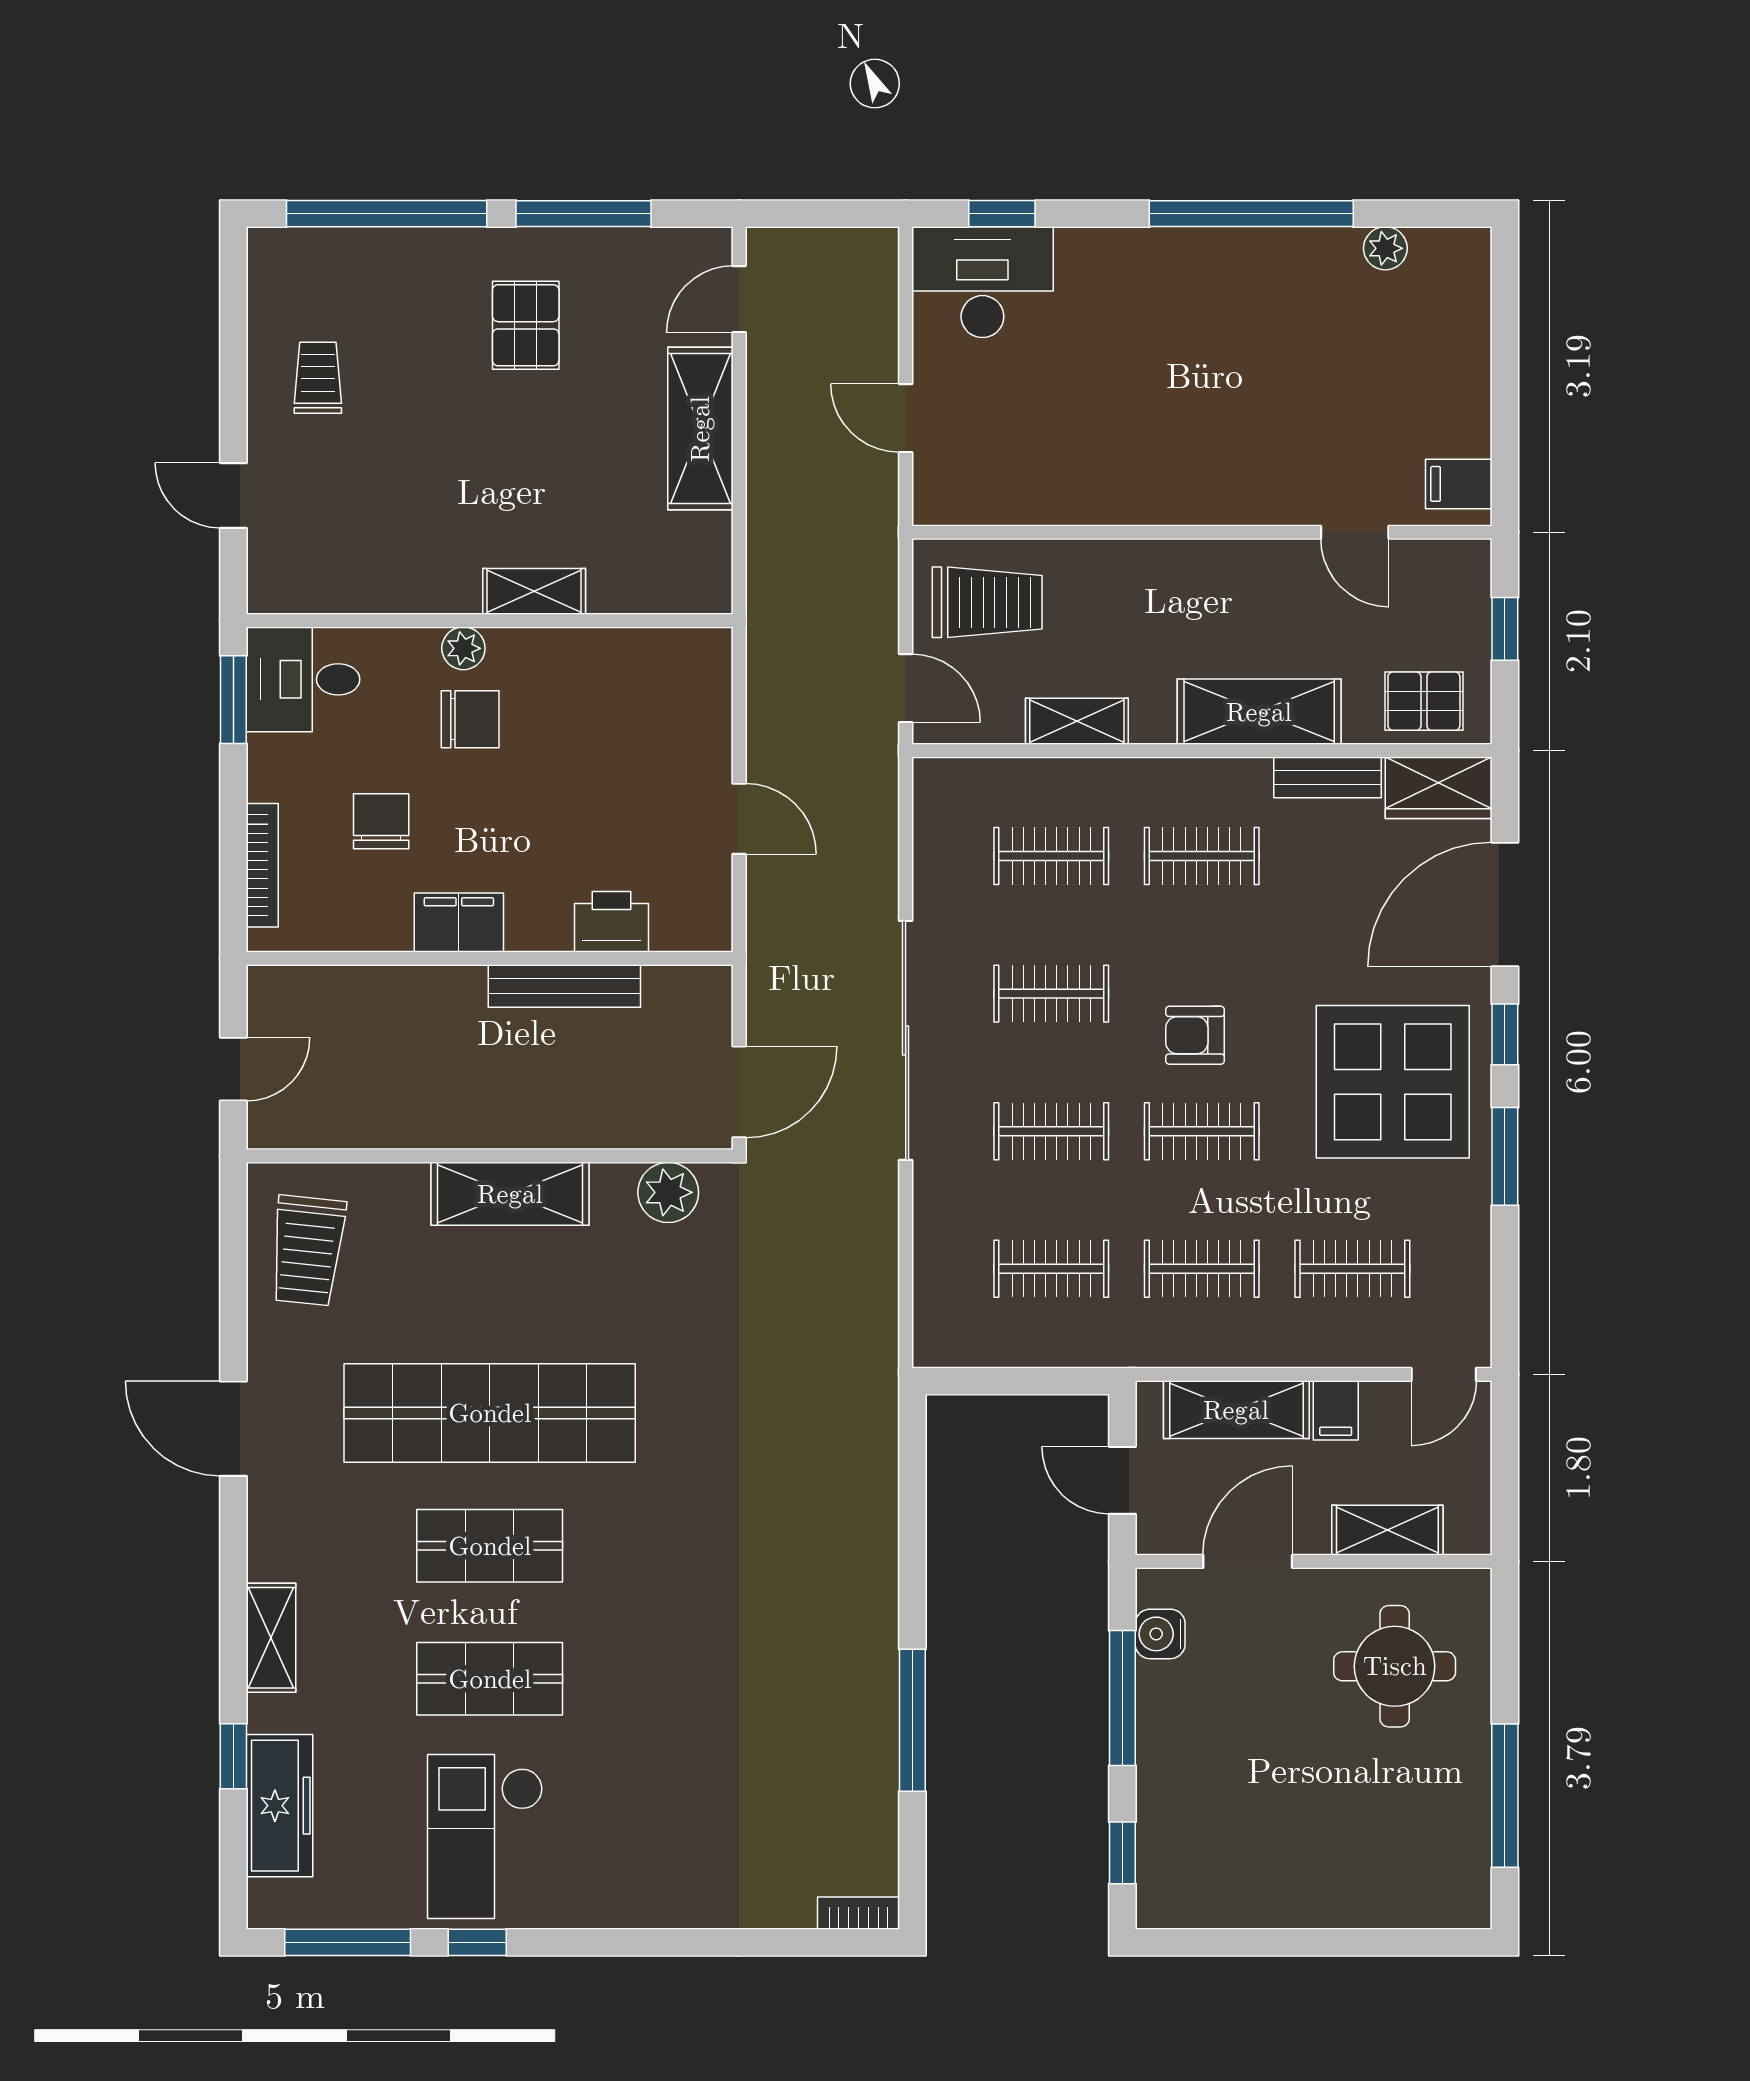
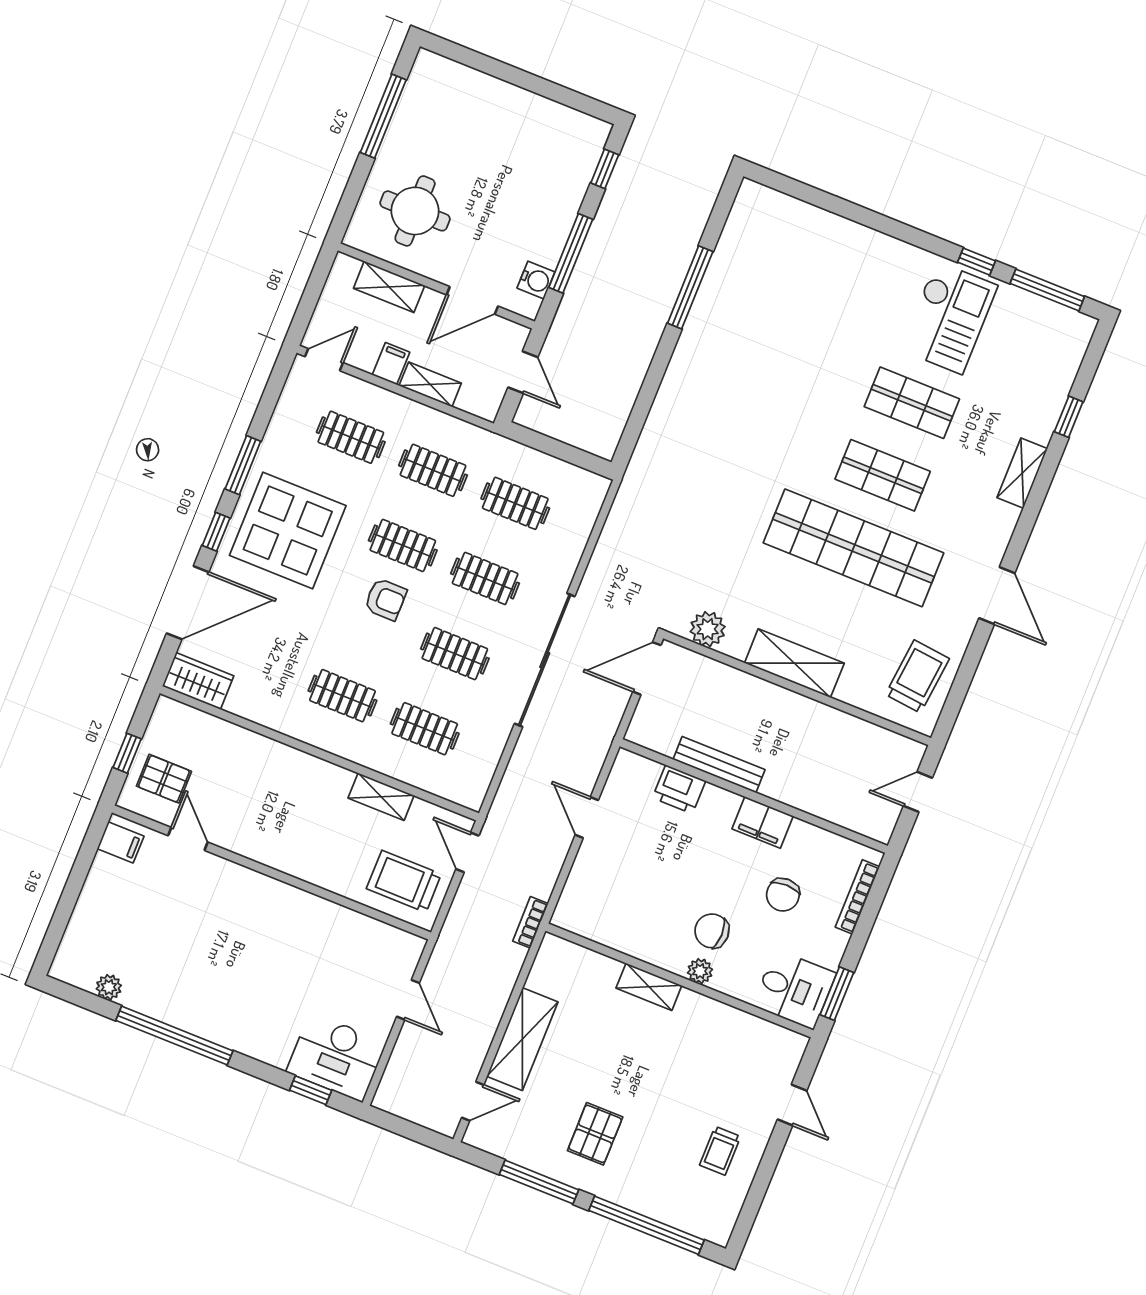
pallet: (1424, 701) -> (164, 779), moved
shelving: (1259, 712) -> (279, 762), removed
bench: (1328, 777) -> (257, 711), removed
shelving: (1236, 1410) -> (430, 384), width x0.67, depth x0.75
freezer: (280, 1806) -> (1054, 380), removed
bookcase: (858, 1913) -> (530, 922), moved, turned 90

